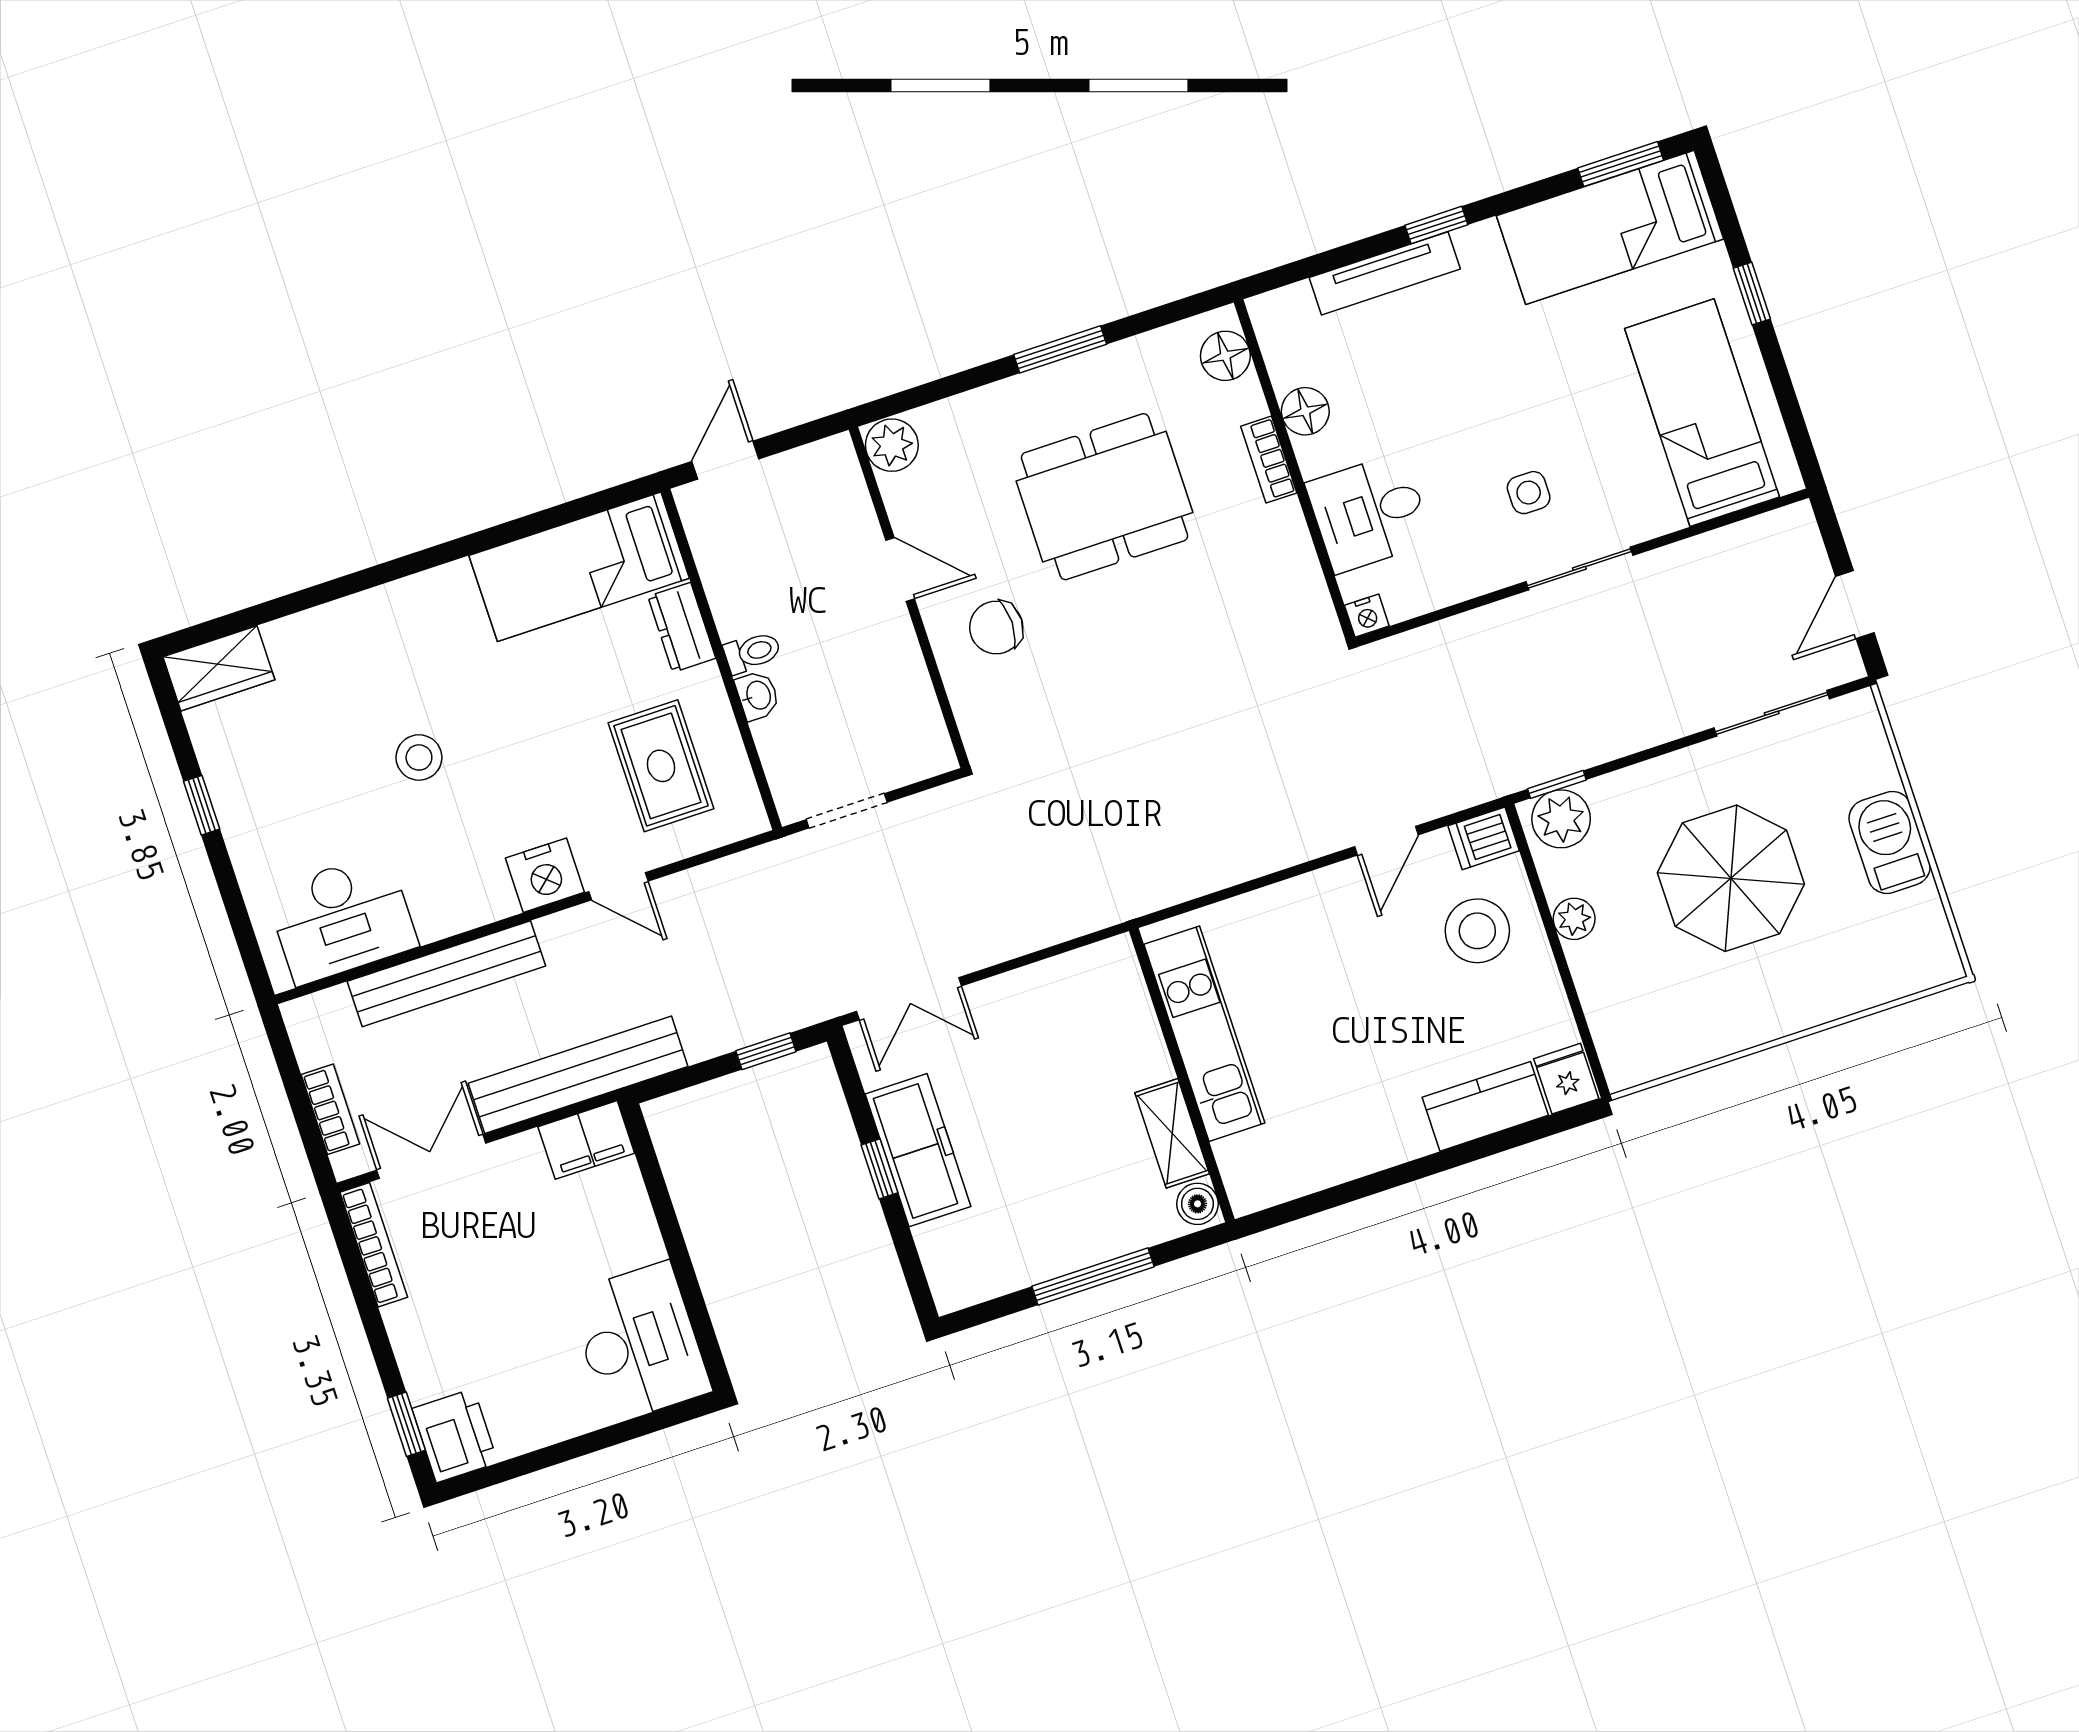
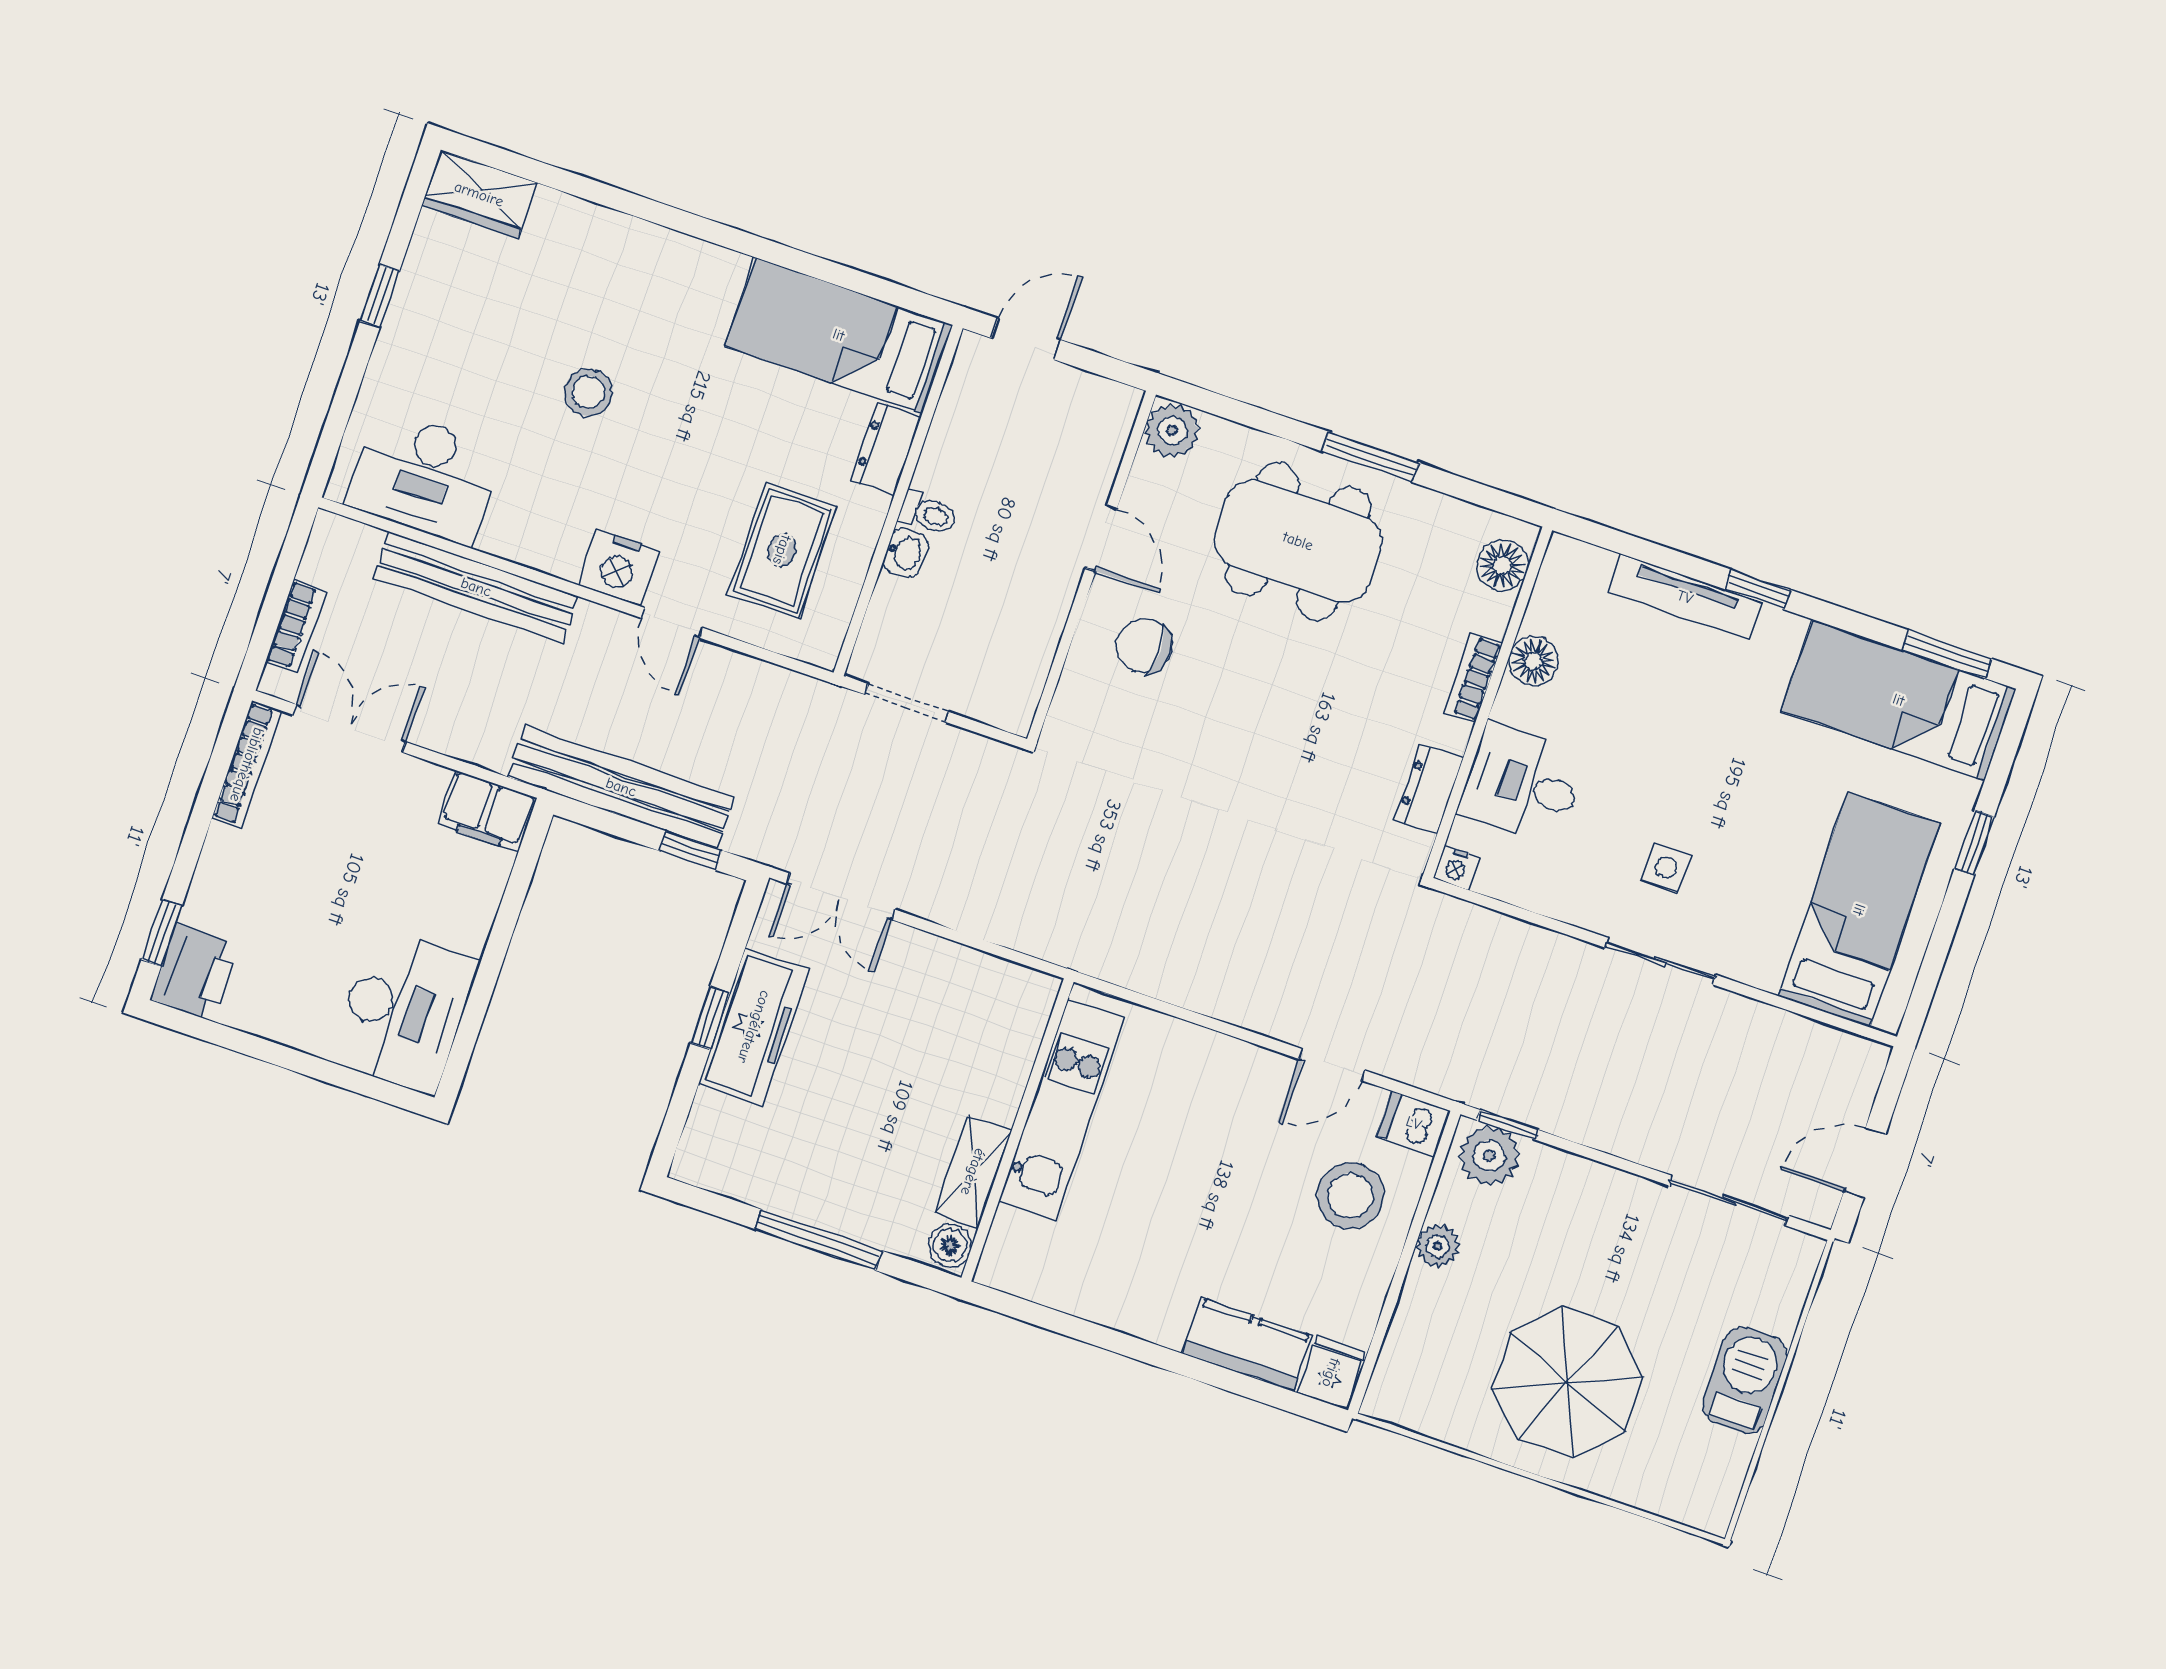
dining table: (1104, 497) -> (1298, 541), moved
dresser: (1299, 571) -> (1429, 788), added
parasol: (1731, 878) -> (1568, 1382), moved
bench: (578, 1075) -> (621, 787), moved

